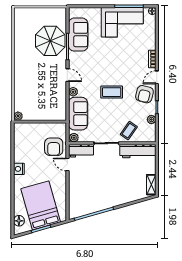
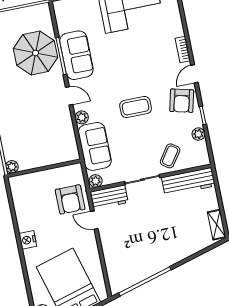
sofa: (78, 35) -> (76, 55), moved

